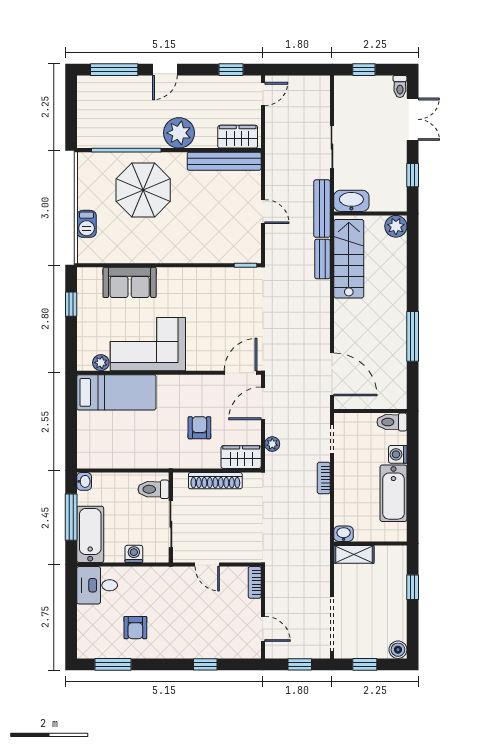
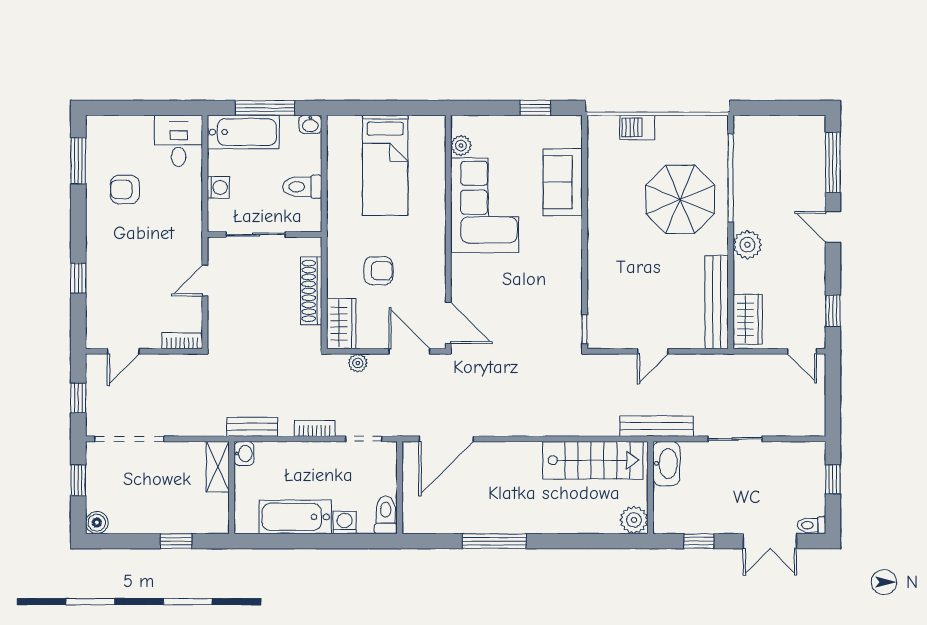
plant: (179, 133) -> (747, 245), width x0.73, depth x0.73
bench: (322, 259) -> (252, 427), moved
bed: (116, 392) -> (385, 165), moved
toilet: (154, 489) -> (302, 187), moved, turned -90

